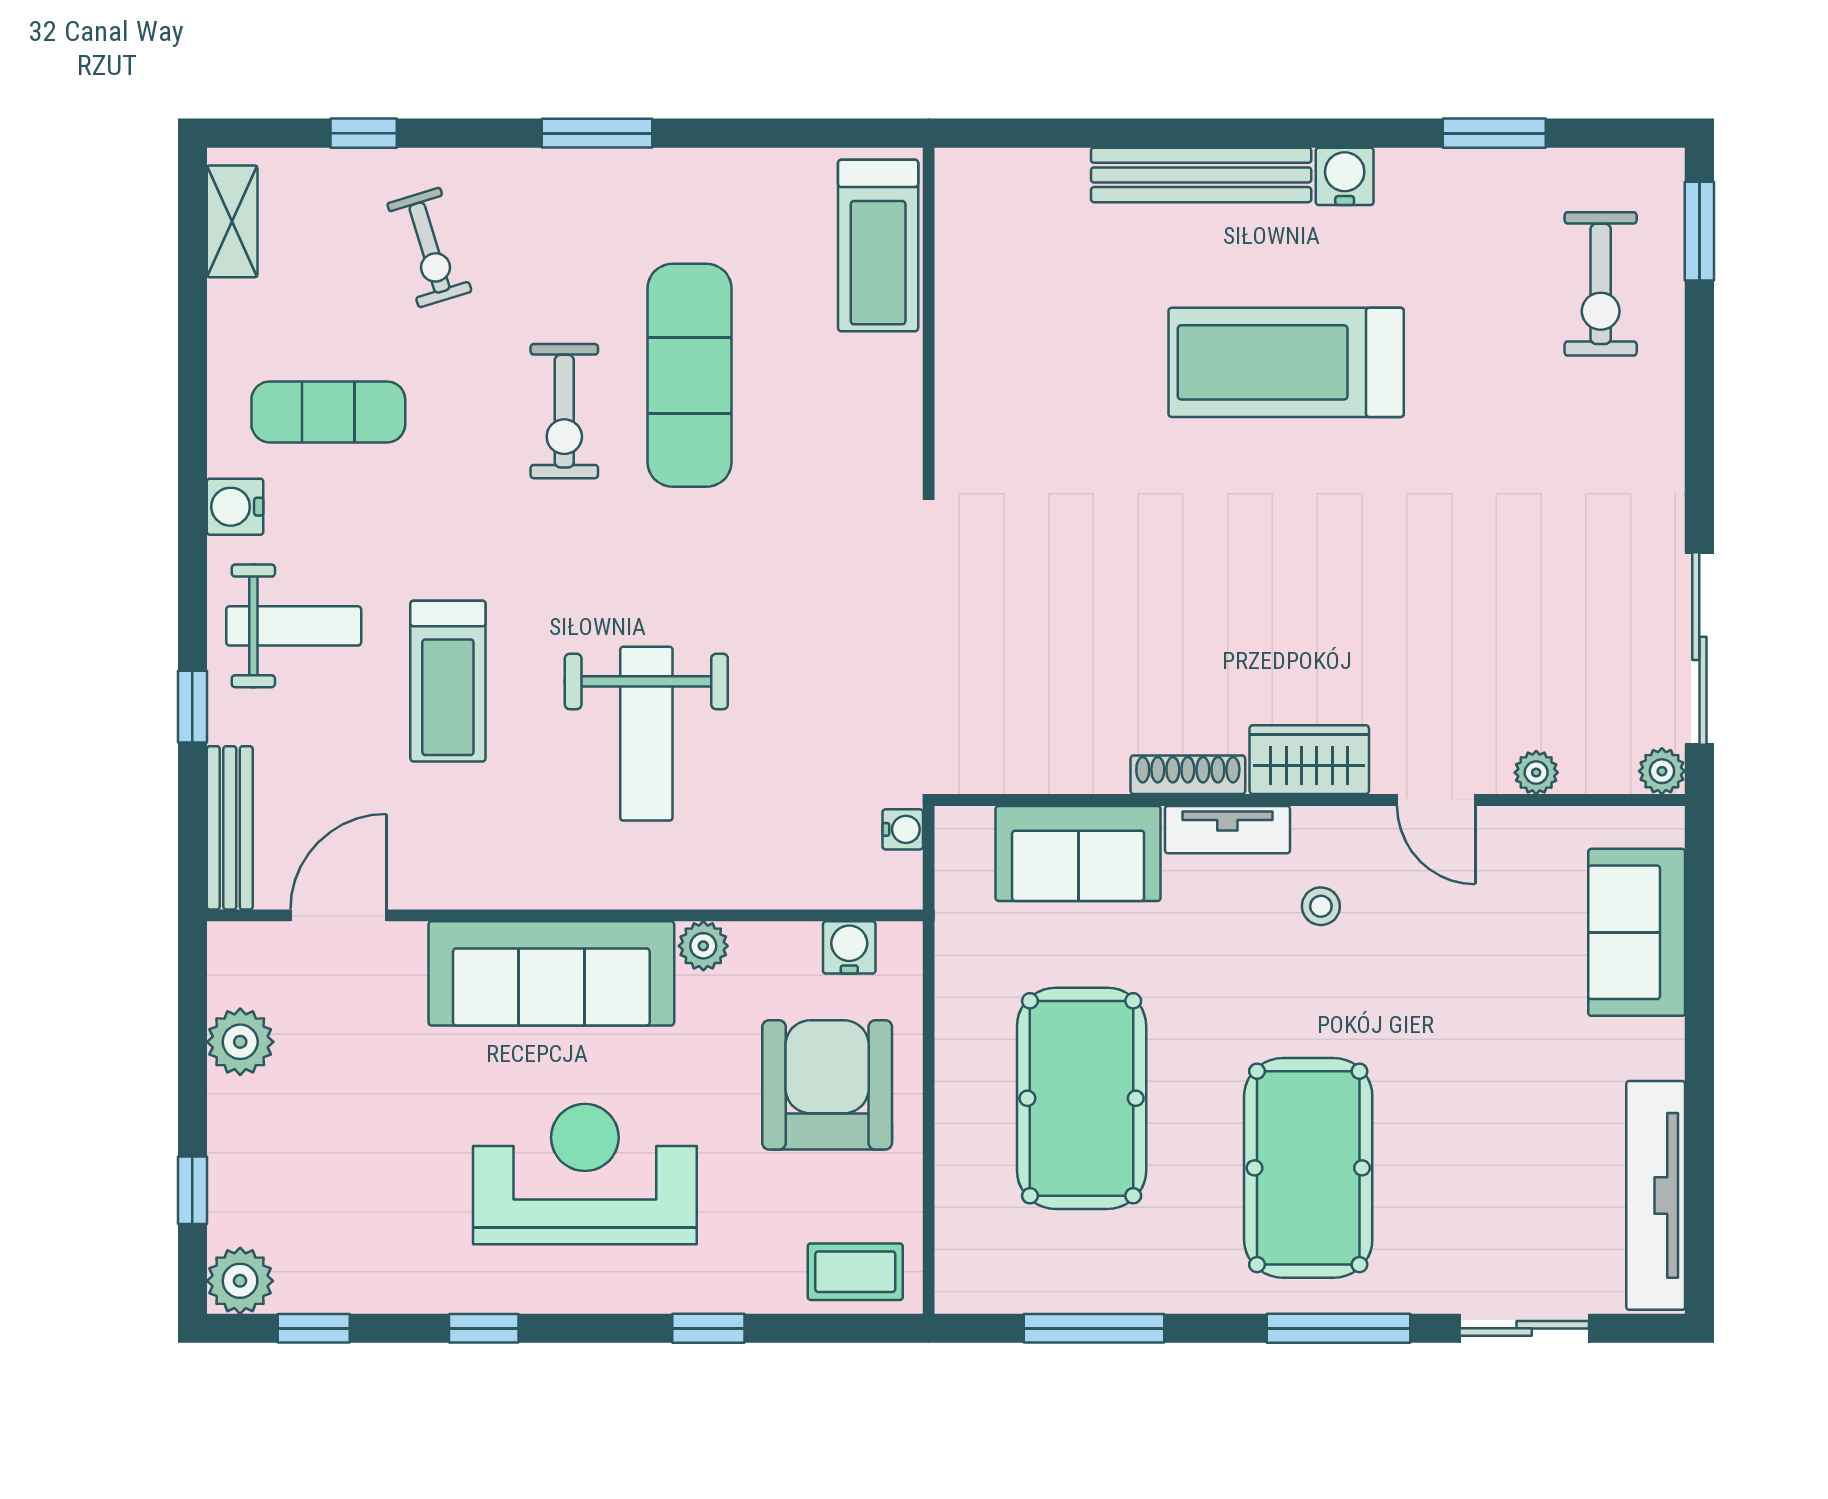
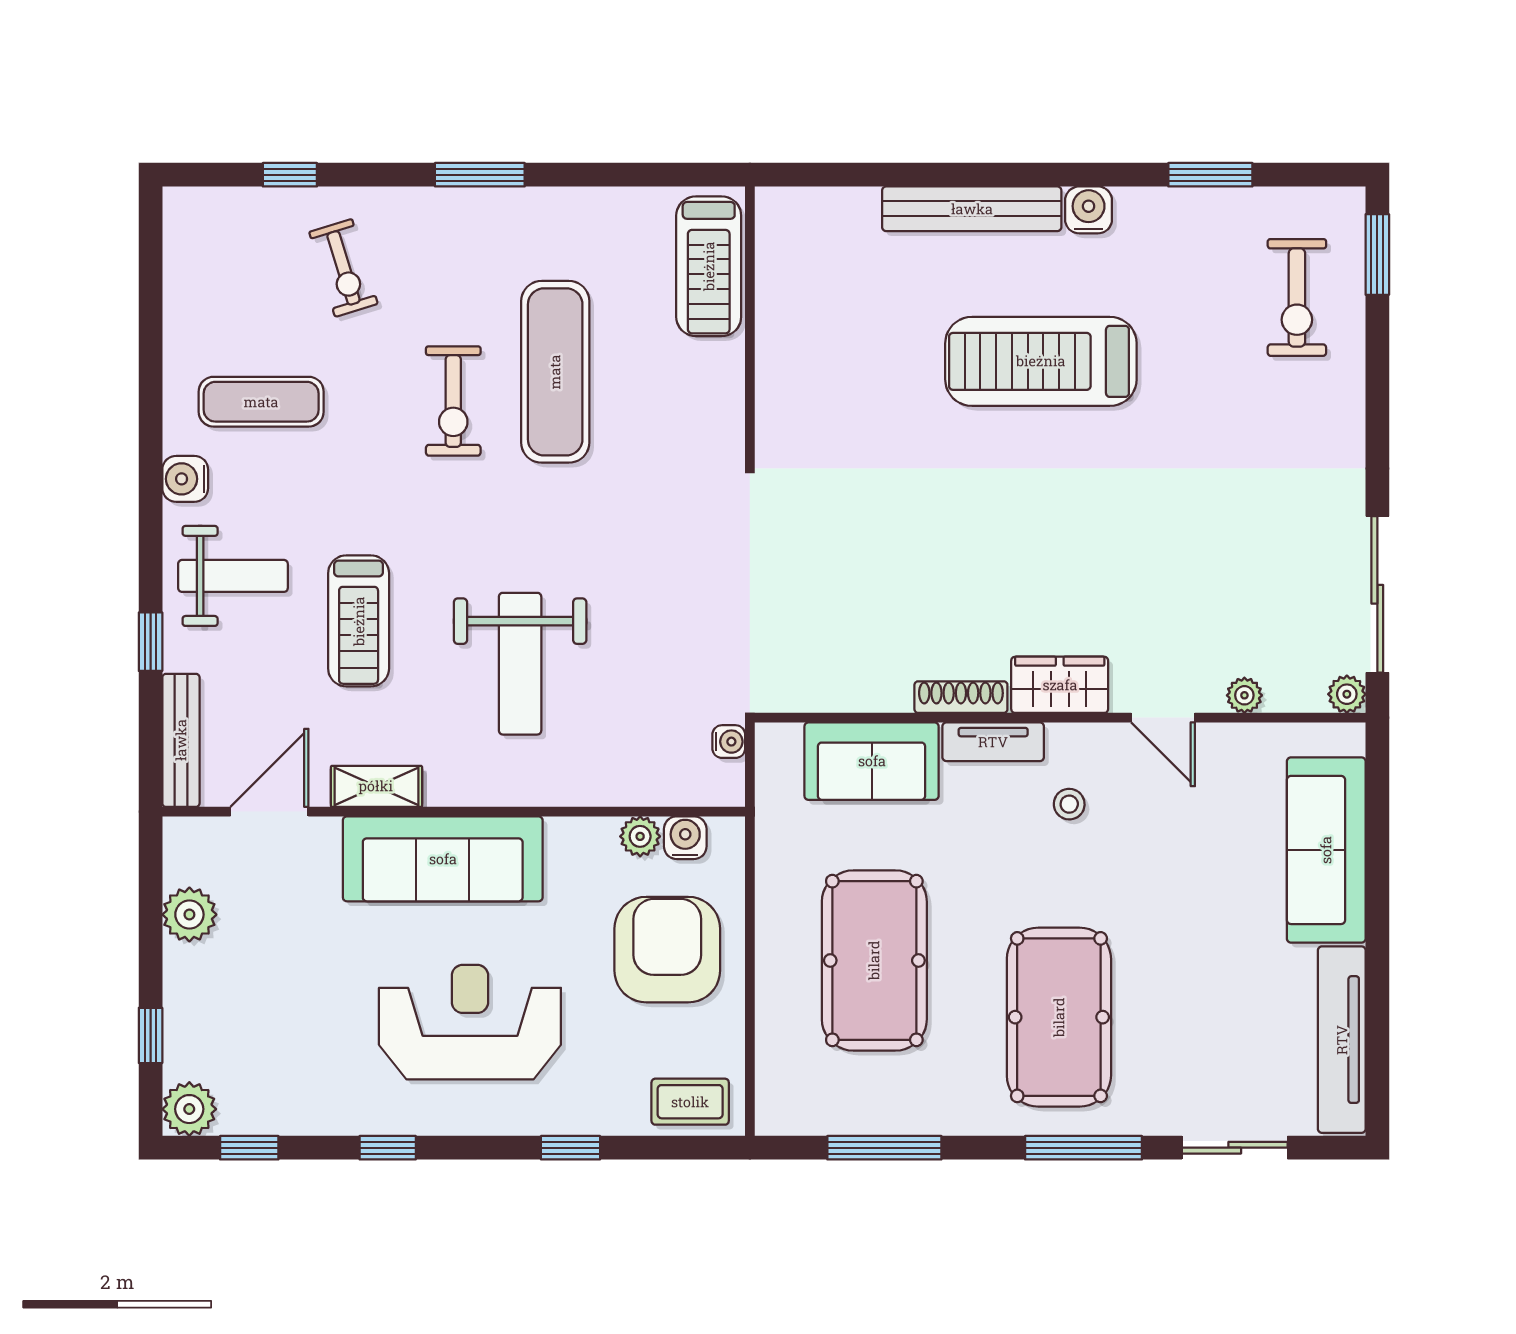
shelving: (232, 221) -> (376, 786), moved, turned 90
sofa: (1637, 932) -> (1326, 850), width x1.36
plant: (703, 946) -> (640, 836), moved

